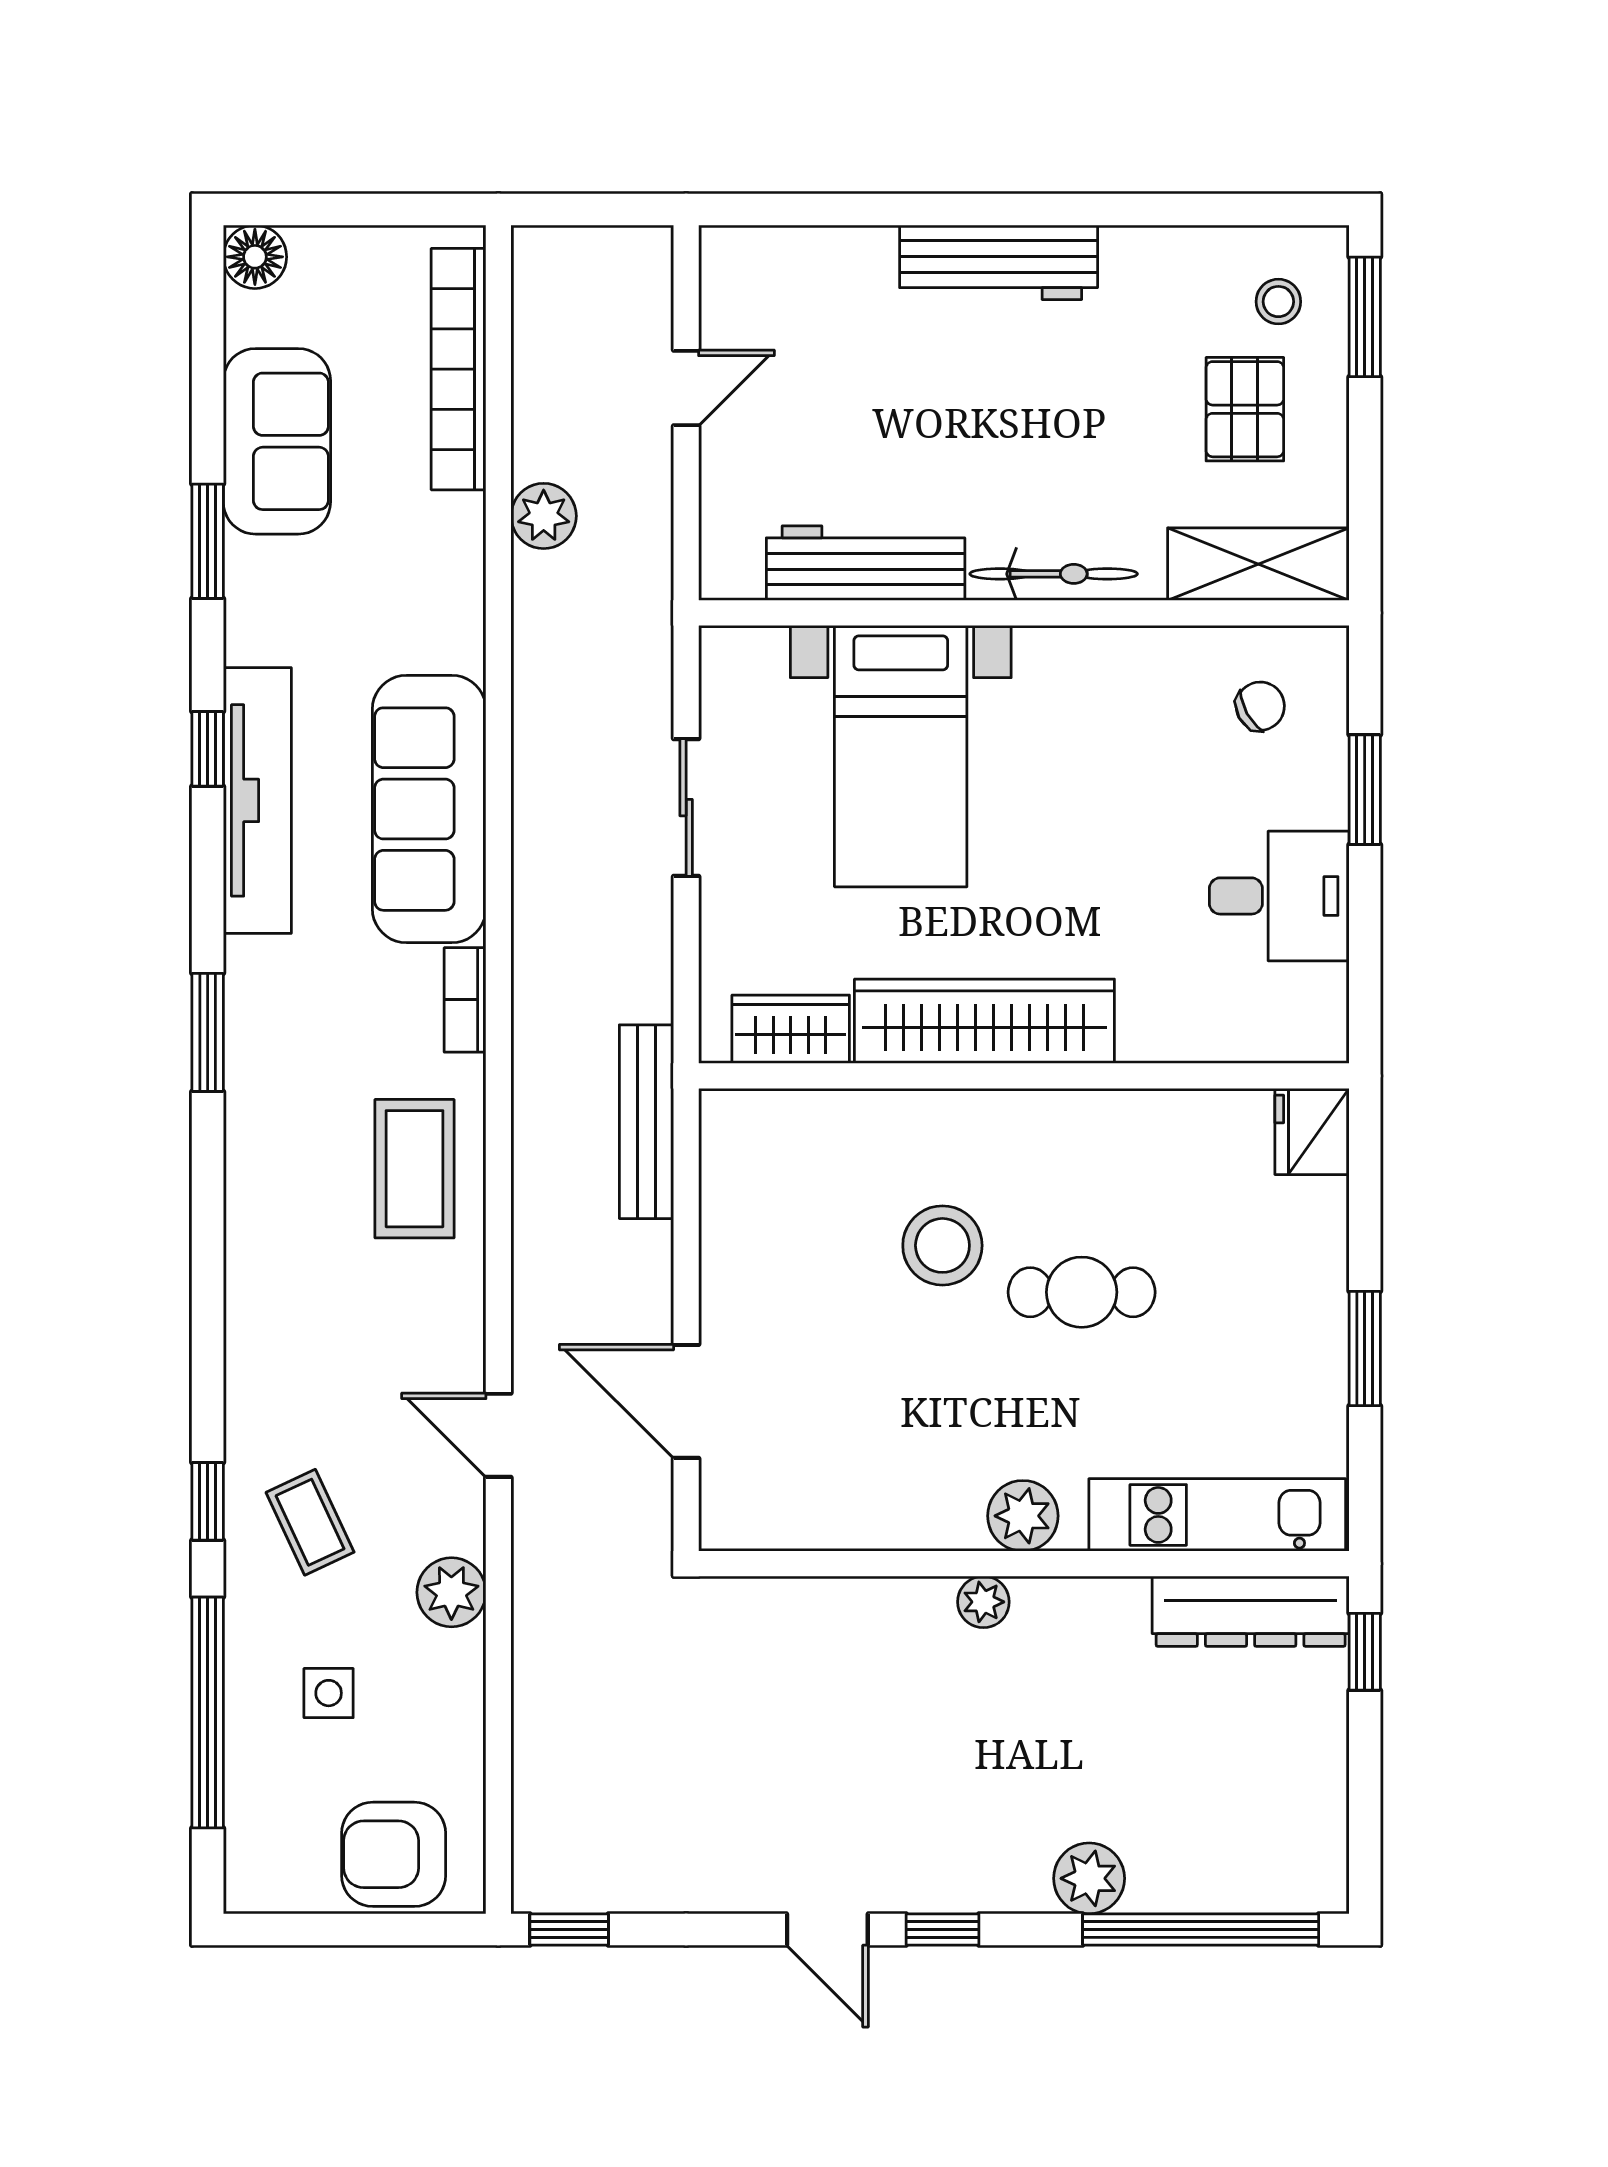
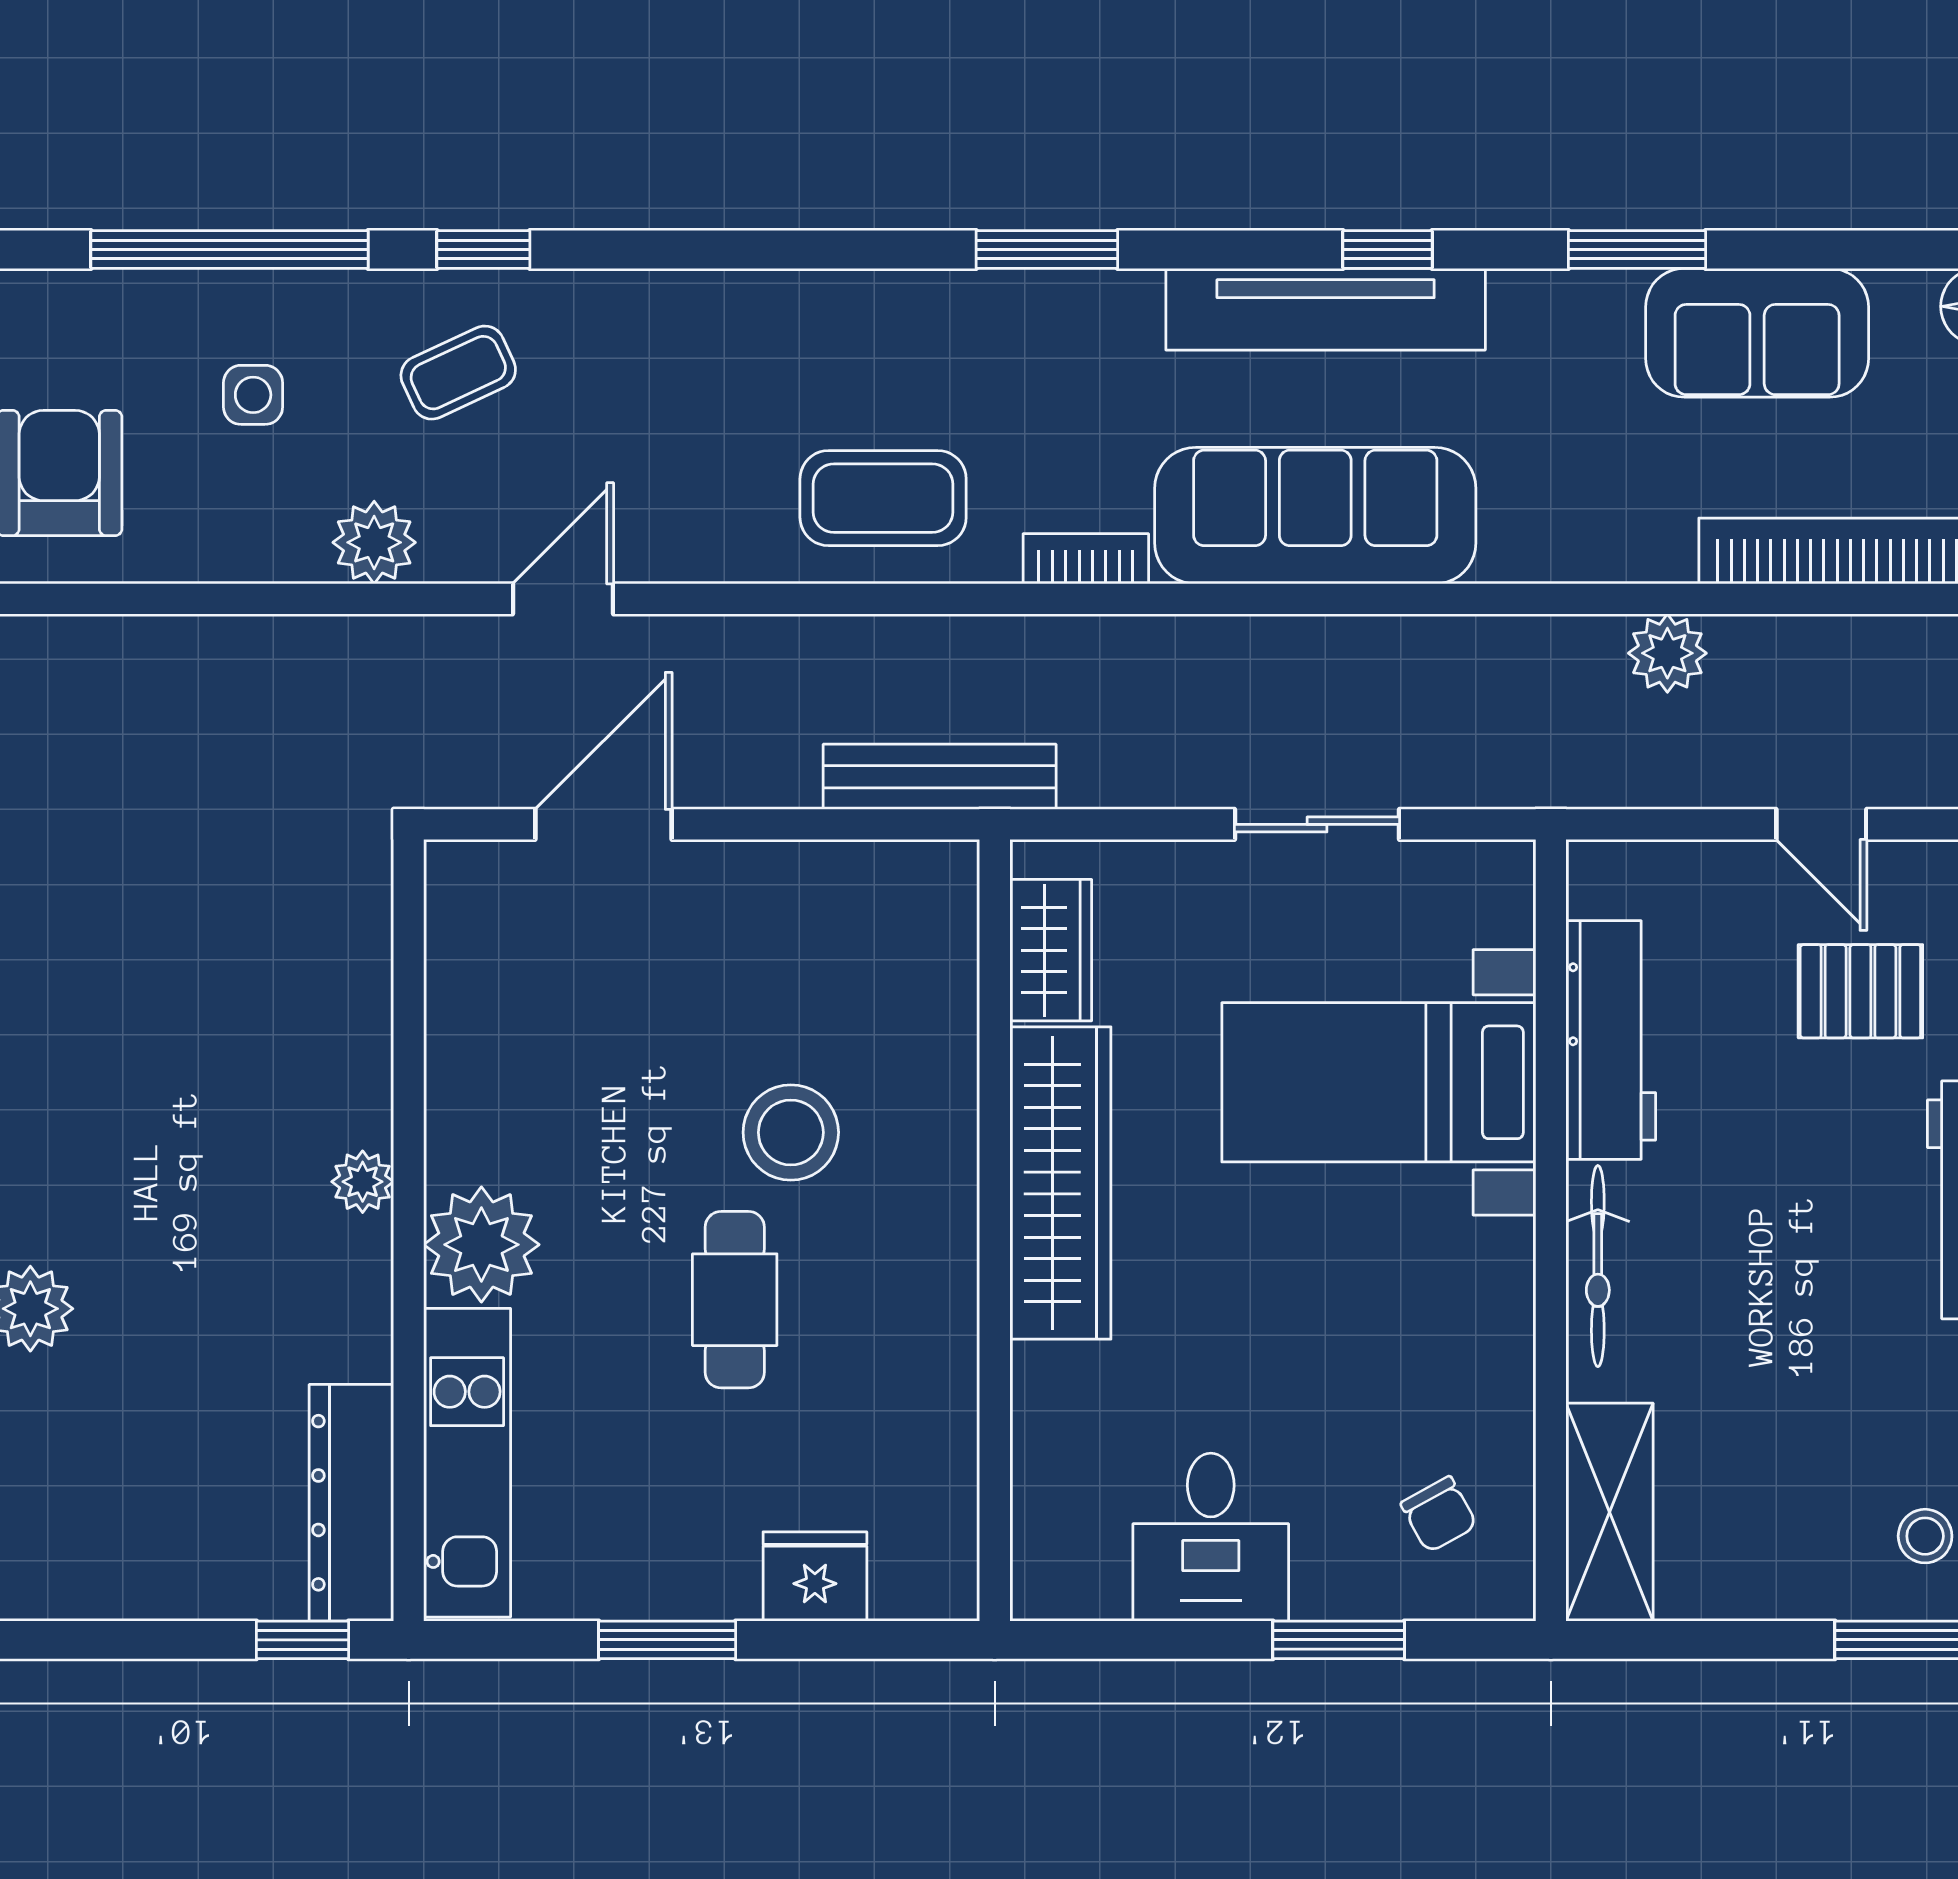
pallet: (1245, 409) -> (1860, 991), moved
fridge: (1312, 1131) -> (815, 1576), moved
plant: (1023, 1516) -> (481, 1245), width x1.36, depth x1.36

